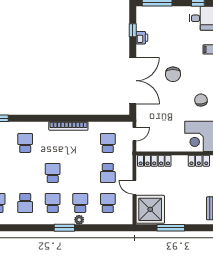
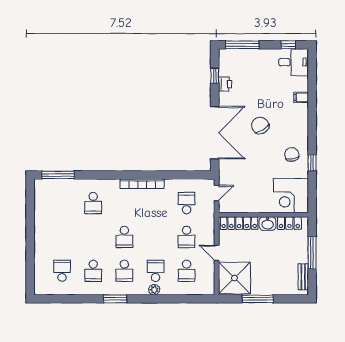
chair: (173, 74) -> (260, 125), turned 148
school desk: (25, 143) -> (93, 203), turned 180
washbasin: (180, 161) -> (268, 224), added
school desk: (53, 173) -> (124, 237), turned 180
school desk: (53, 203) -> (124, 271), turned 180
school desk: (108, 203) -> (187, 271), turned 180
window: (64, 228) -> (115, 299), moved

